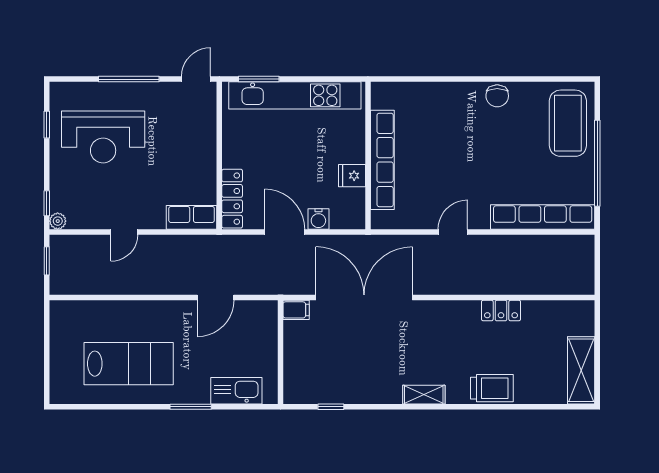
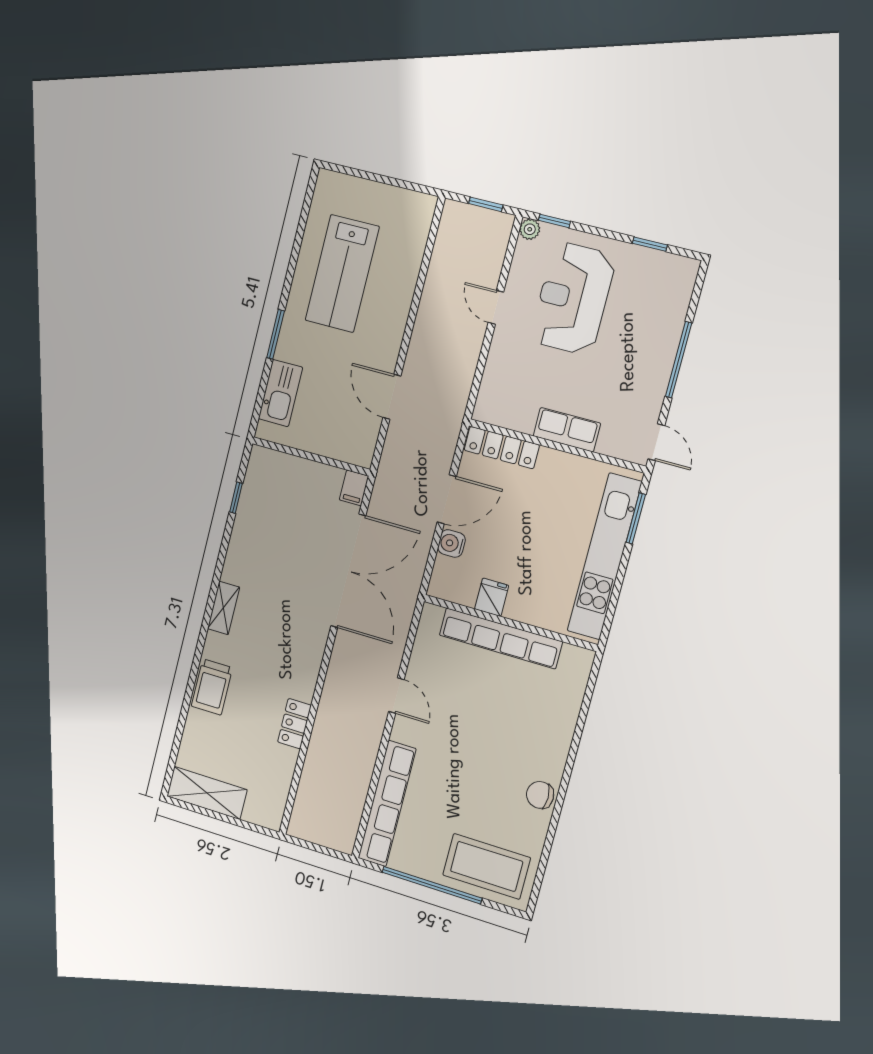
reception desk: (103, 137) -> (573, 298), moved
row of seats: (192, 217) -> (567, 430), moved, turned -90

